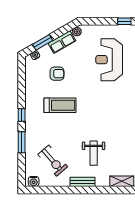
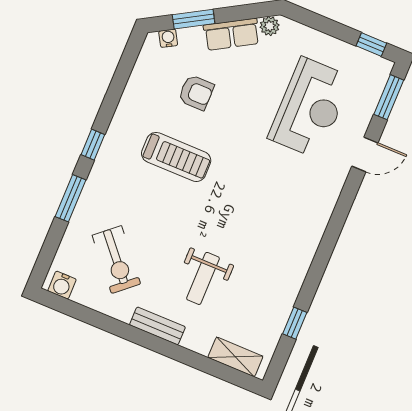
reception desk: (109, 60) -> (310, 108), turned 180

